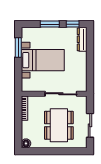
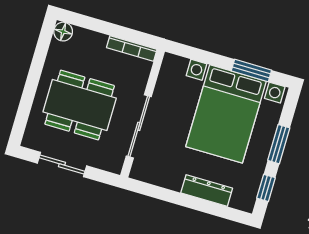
dresser: (82, 39) -> (207, 191), moved
bed with nightstands: (43, 60) -> (226, 114), width x1.36

